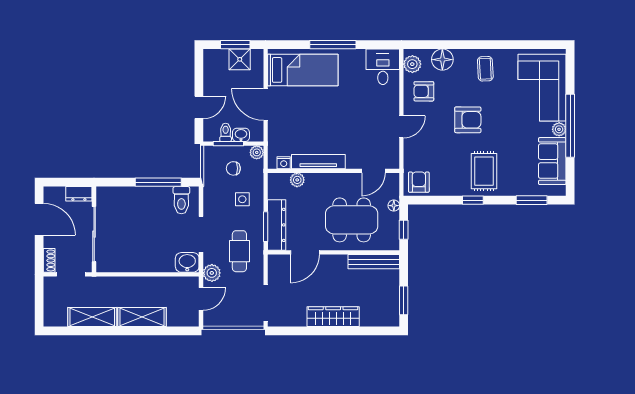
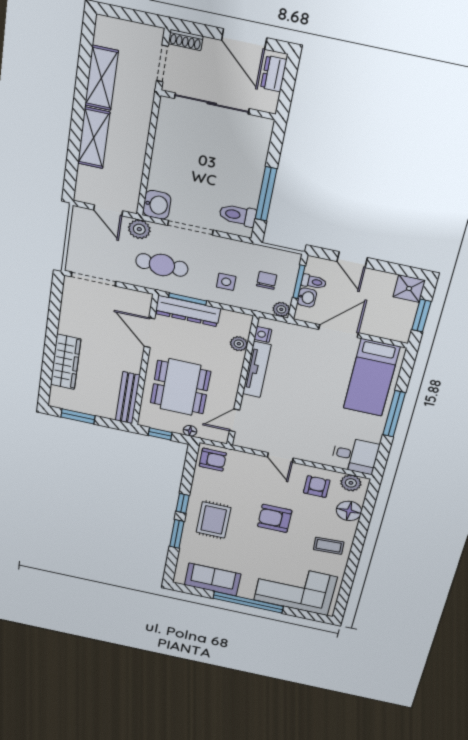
shower: (240, 59) -> (409, 289), moved
armchair: (468, 120) -> (275, 518), turned 90
plant: (559, 129) -> (246, 593), removed
door: (373, 171) -> (235, 420), hinge flipped
rug: (484, 171) -> (214, 520), turned 90
dresser: (79, 194) -> (274, 74), moved
window: (532, 200) -> (177, 534), moved
door: (39, 219) -> (244, 39), hinge flipped
wardrobe: (333, 317) -> (66, 362), moved

